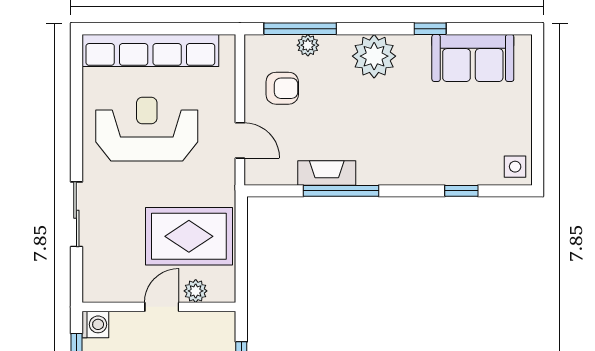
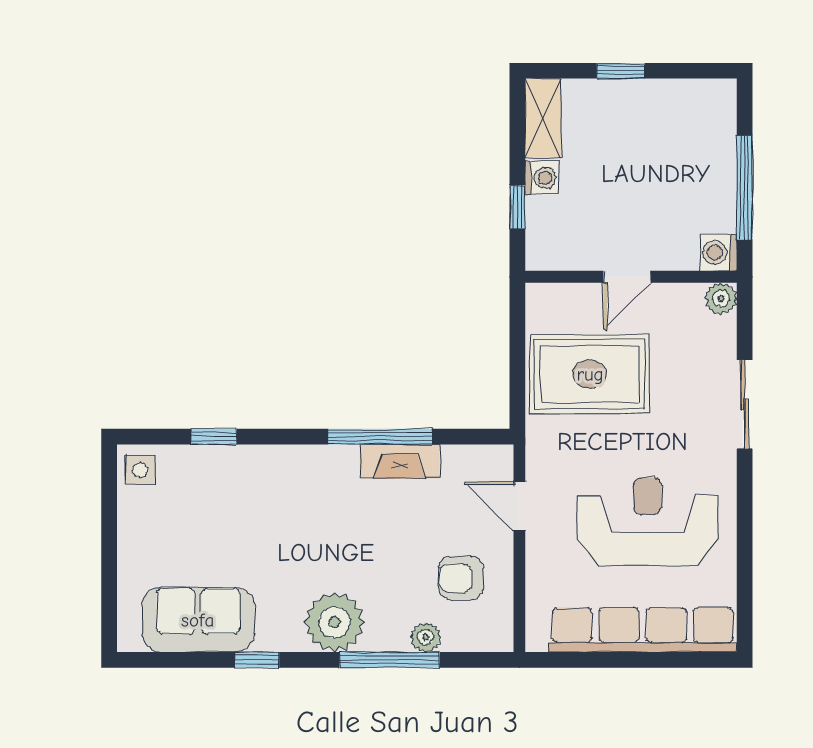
window: (300, 29) -> (390, 660), moved
reception desk: (147, 129) -> (648, 522), turned 180
plant: (196, 291) -> (721, 299), moved

